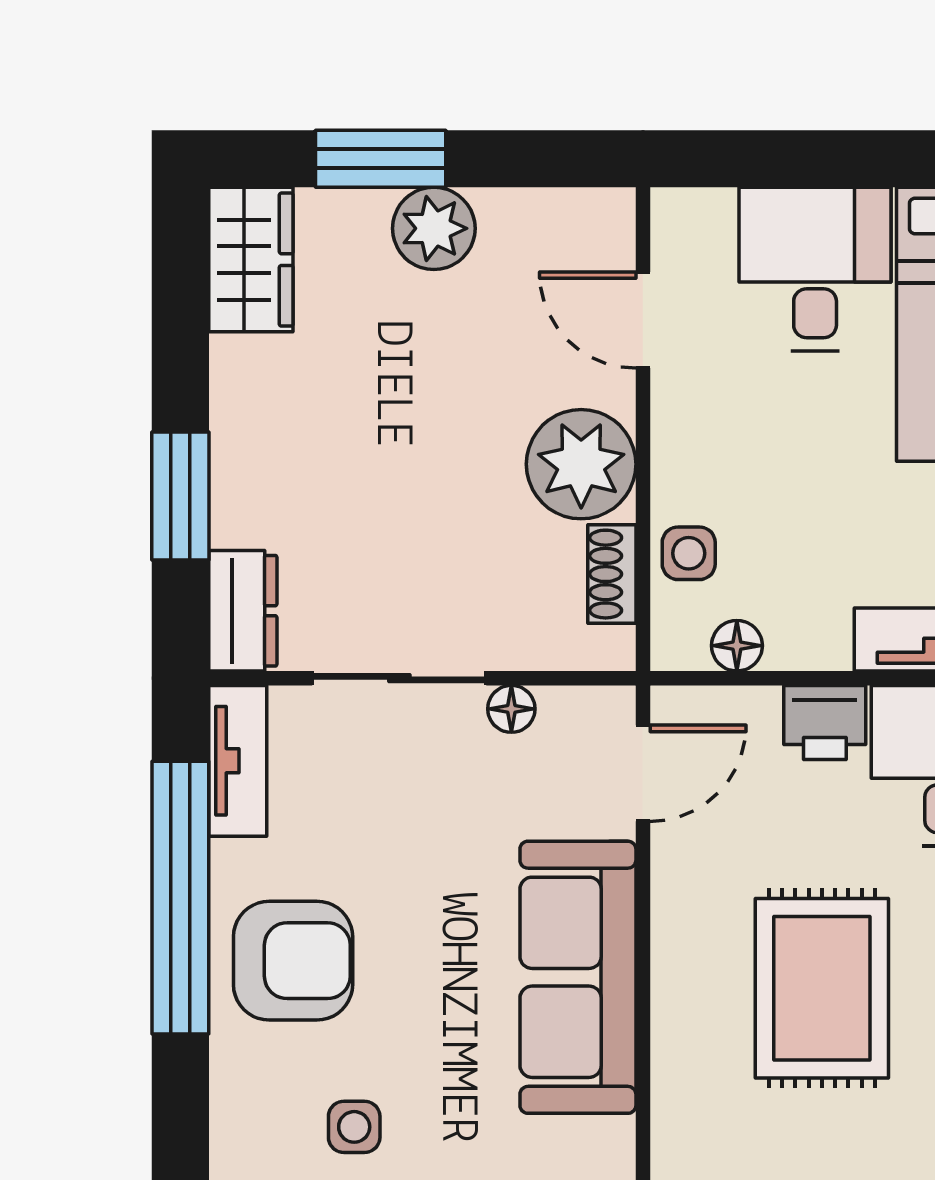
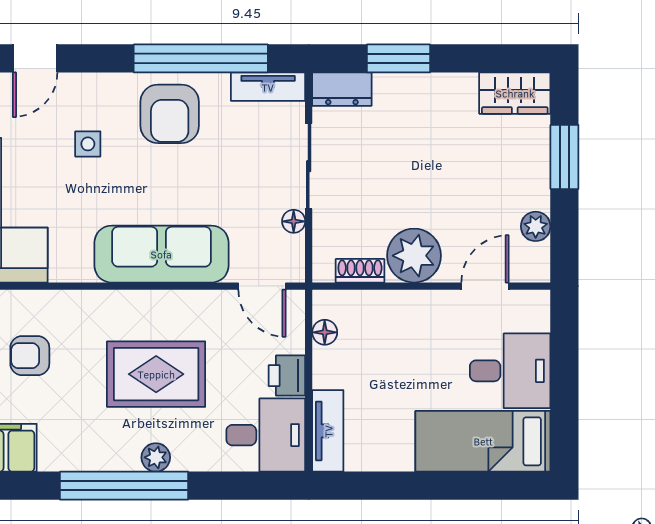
plant: (434, 228) -> (536, 226), moved, width x0.73, depth x0.73
side table: (689, 553) -> (370, 309), removed

